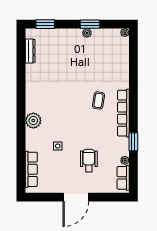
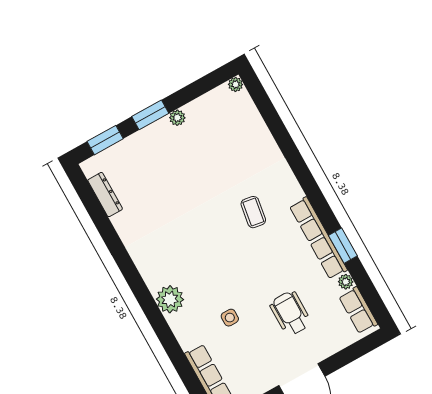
window: (90, 24) -> (150, 115), moved
row of seats: (123, 113) -> (318, 238), moved

